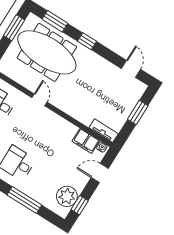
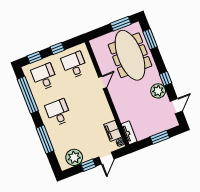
window: (87, 41) -> (166, 79), moved
plant: (101, 67) -> (158, 91), added
door: (100, 173) -> (106, 158), swing flipped
window: (80, 205) -> (88, 165), moved

